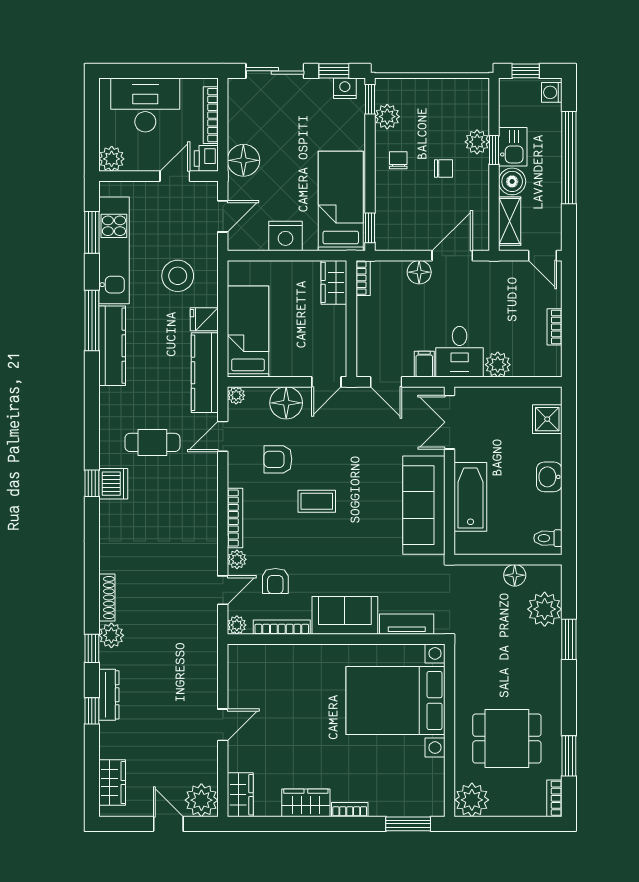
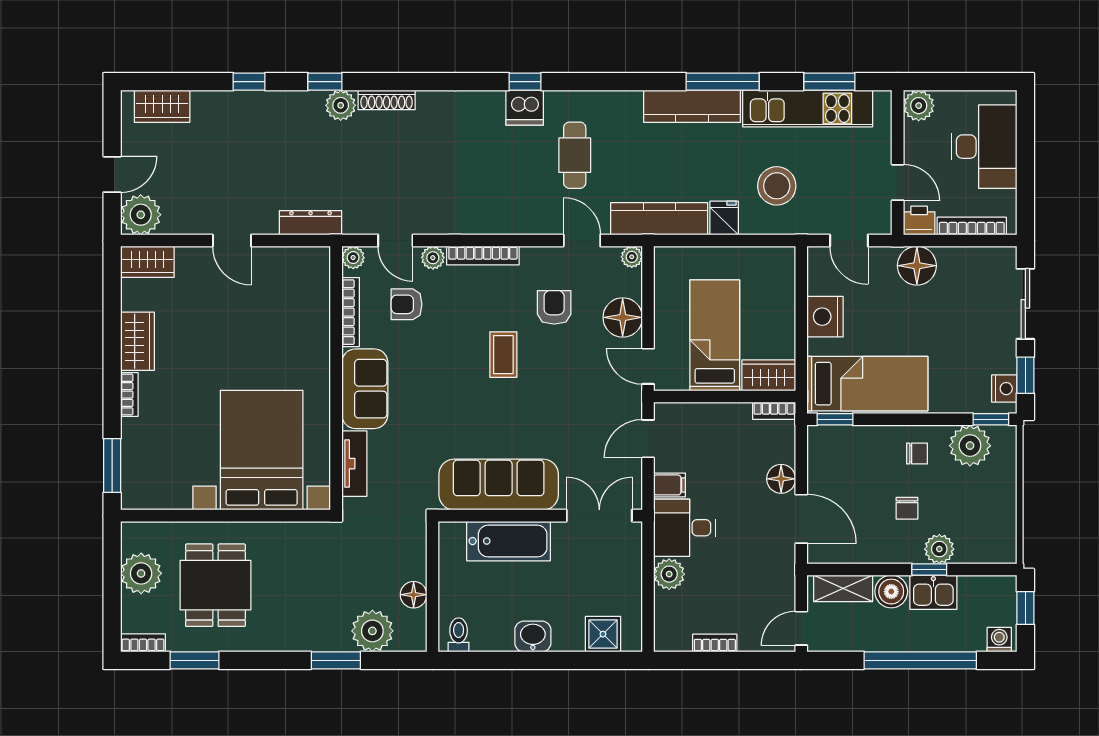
plant: (387, 117) -> (970, 446), width x1.36, depth x1.36
bed: (248, 332) -> (715, 335), moved, turned -90
dresser: (109, 695) -> (311, 223), moved, turned 180
plant: (472, 800) -> (141, 573), moved

